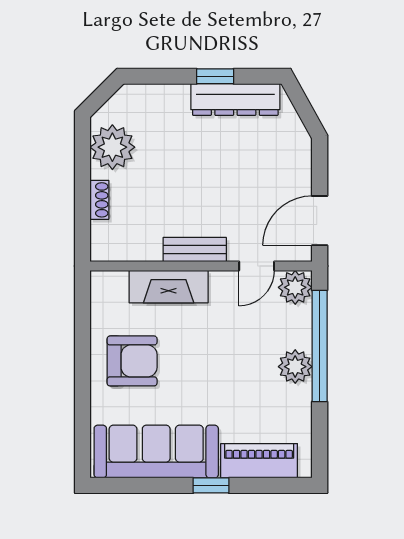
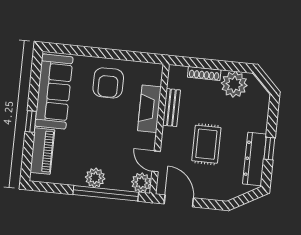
rug: (219, 184) -> (206, 144), added
shoe rack: (99, 200) -> (204, 74), width x1.43
bench: (195, 249) -> (171, 108), moved

